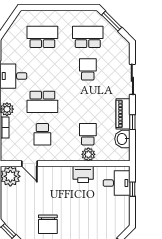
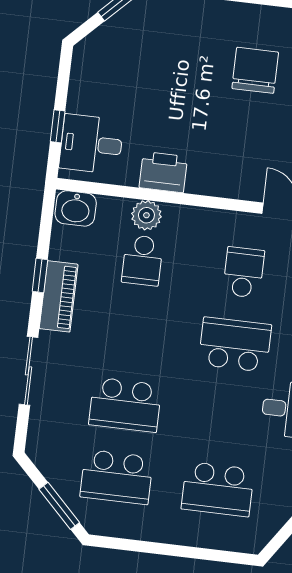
school desk: (88, 69) -> (125, 405), width x1.85
washbasin: (122, 139) -> (76, 208), moved, turned 90

